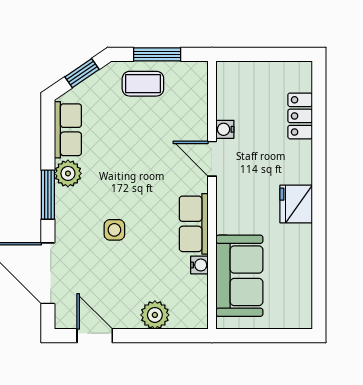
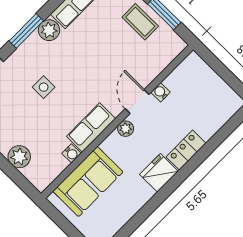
locker: (300, 116) -> (186, 150), moved
plant: (226, 194) -> (126, 129), added

